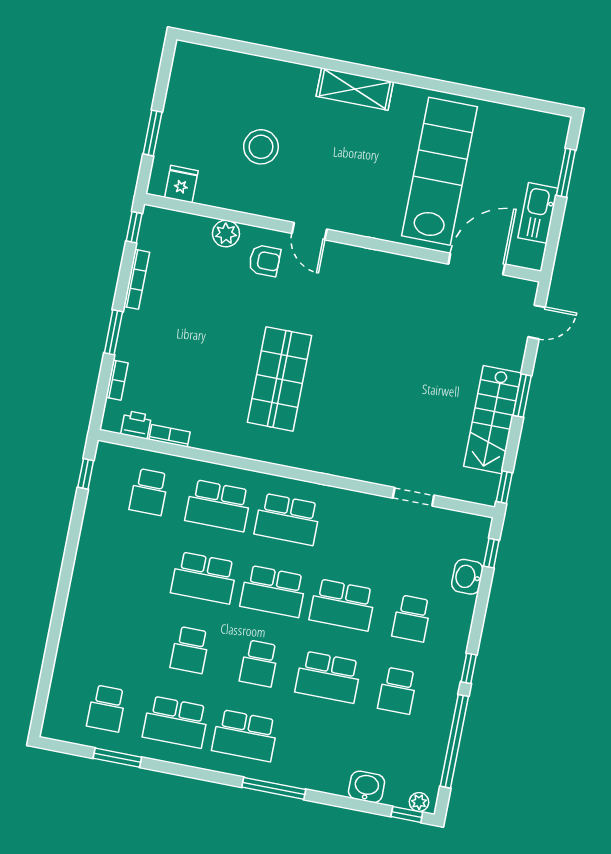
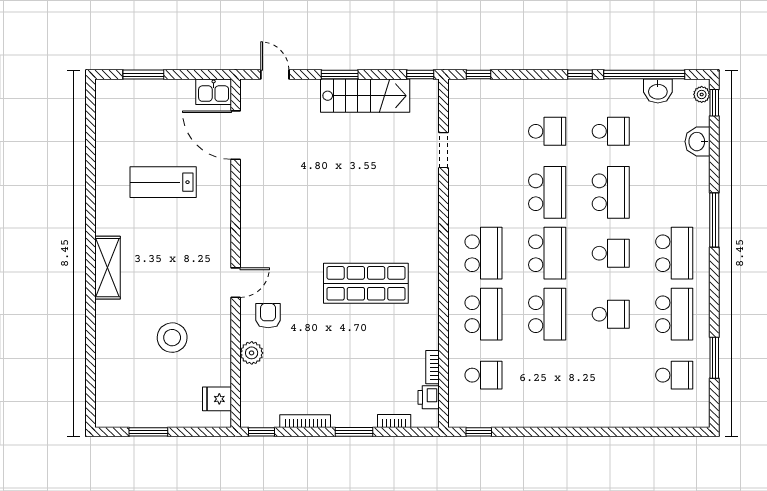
window: (153, 133) -> (148, 432), moved
lab bench: (439, 171) -> (163, 182), width x0.54, depth x0.72
kitchen sink: (538, 213) -> (214, 92), moved, width x0.73
washbasin: (467, 577) -> (658, 91), moved

